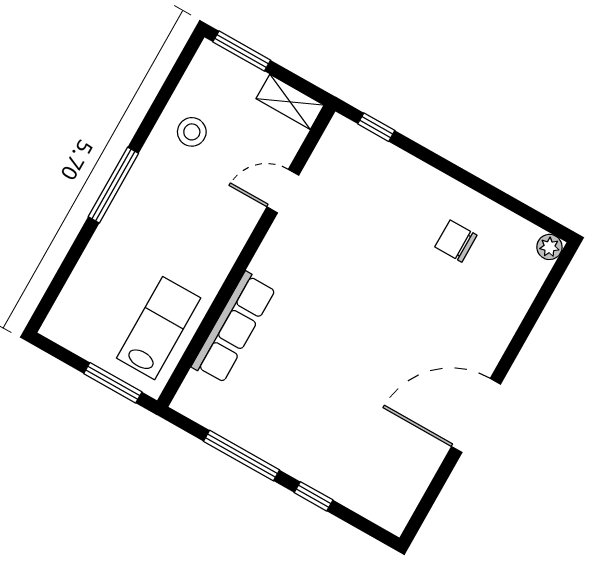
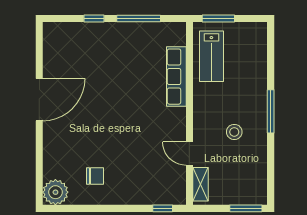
shelving: (290, 102) -> (200, 184), moved, turned 90
stool: (192, 132) -> (234, 132), moved
door: (283, 191) -> (189, 154), swing flipped
plant: (549, 247) -> (55, 192), width x1.88, depth x1.88

